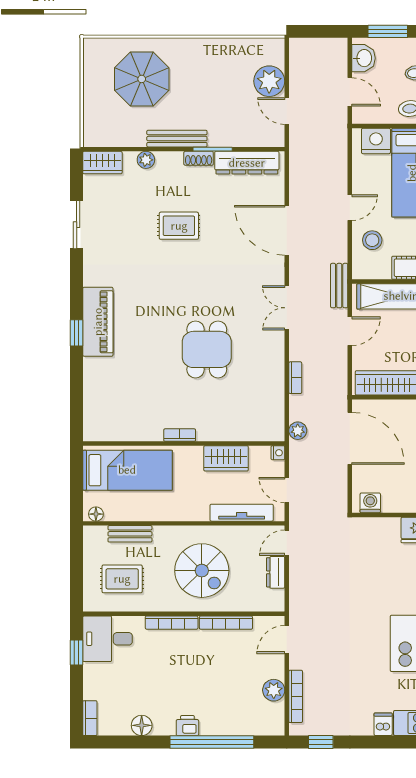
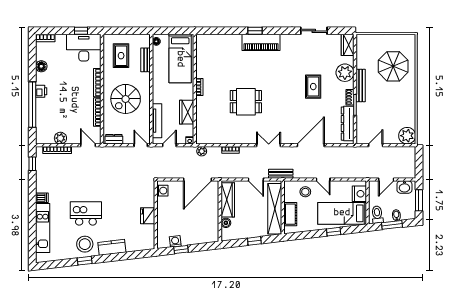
plant: (269, 81) -> (407, 136), moved
plant: (146, 160) -> (345, 73), width x1.88, depth x1.88
dresser: (276, 572) -> (114, 139), moved
desk: (108, 639) -> (84, 48), width x1.37

